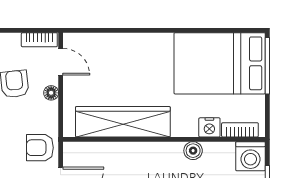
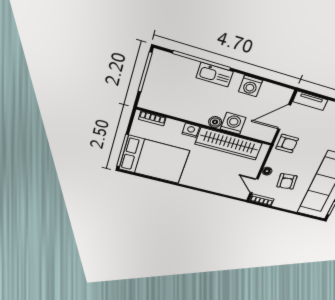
nightstand: (209, 127) -> (191, 130), moved
boiler: (193, 151) -> (215, 122), moved
washing machine: (250, 156) -> (233, 123), moved

